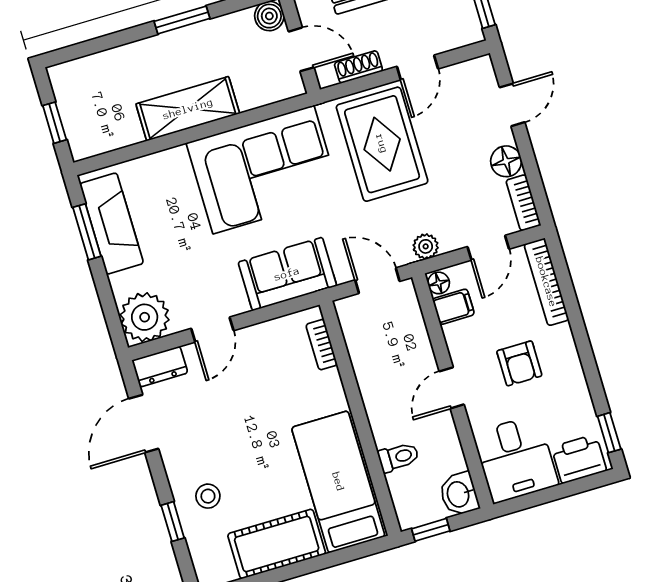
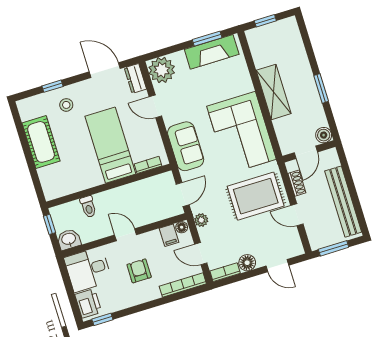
armchair: (519, 363) -> (139, 271), turned 90
bed: (338, 482) -> (110, 145), moved, turned -90

